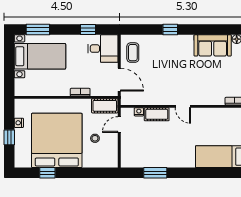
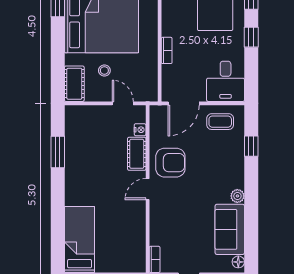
window: (88, 30) -> (251, 37), moved
window: (170, 30) -> (251, 146), moved
plant: (188, 40) -> (237, 196), added
armchair: (163, 89) -> (170, 163), added
cot: (105, 106) -> (74, 84), moved

